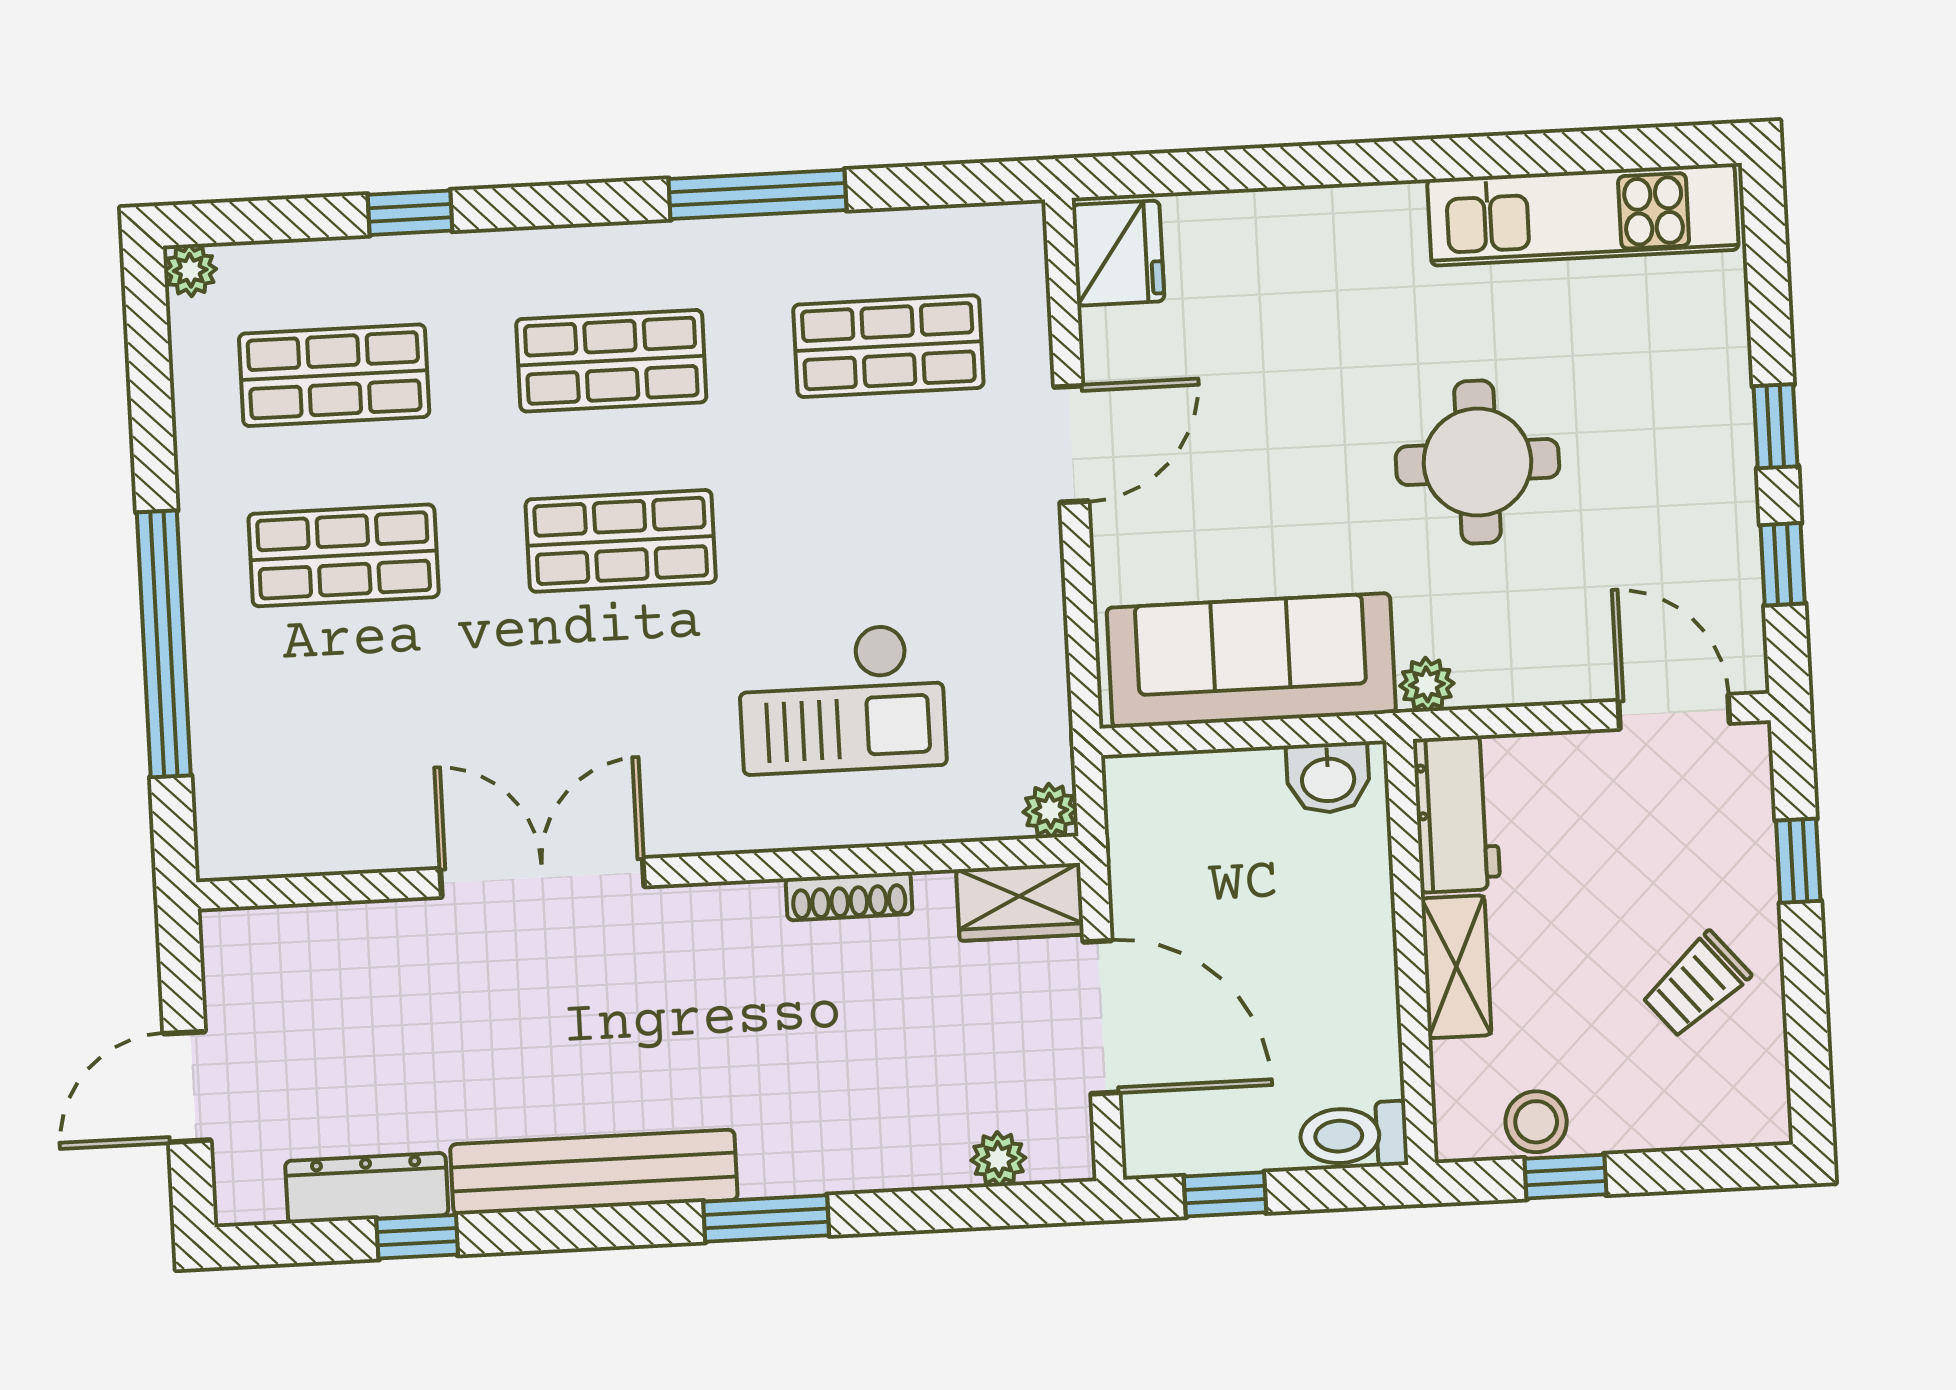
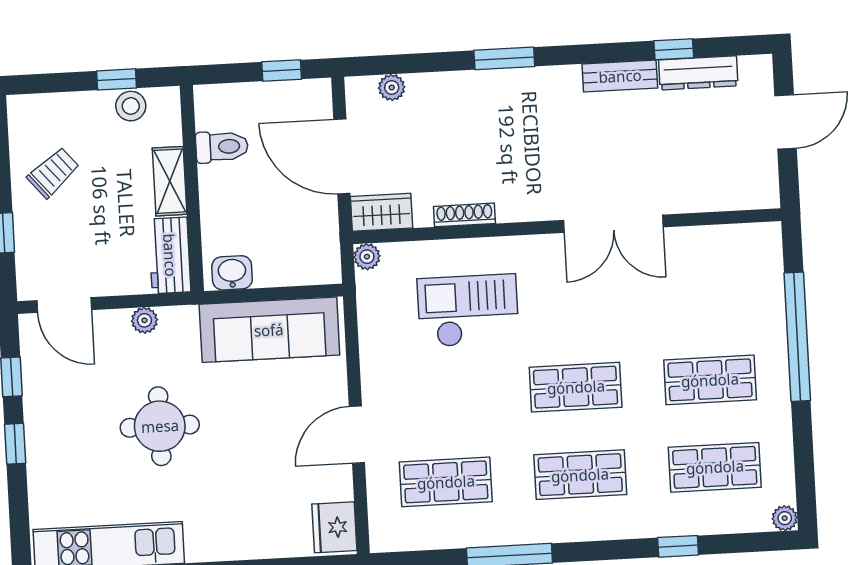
plant: (1427, 684) -> (144, 320), moved
toilet: (1354, 1135) -> (222, 147), moved
bench: (594, 1172) -> (620, 76), width x0.54, depth x0.82

